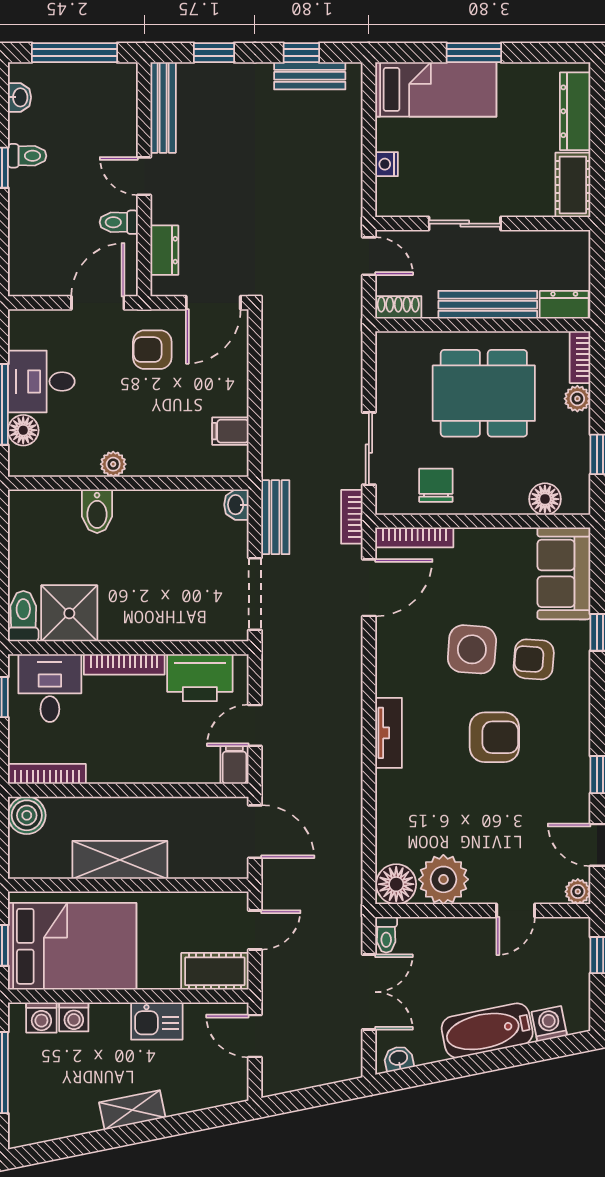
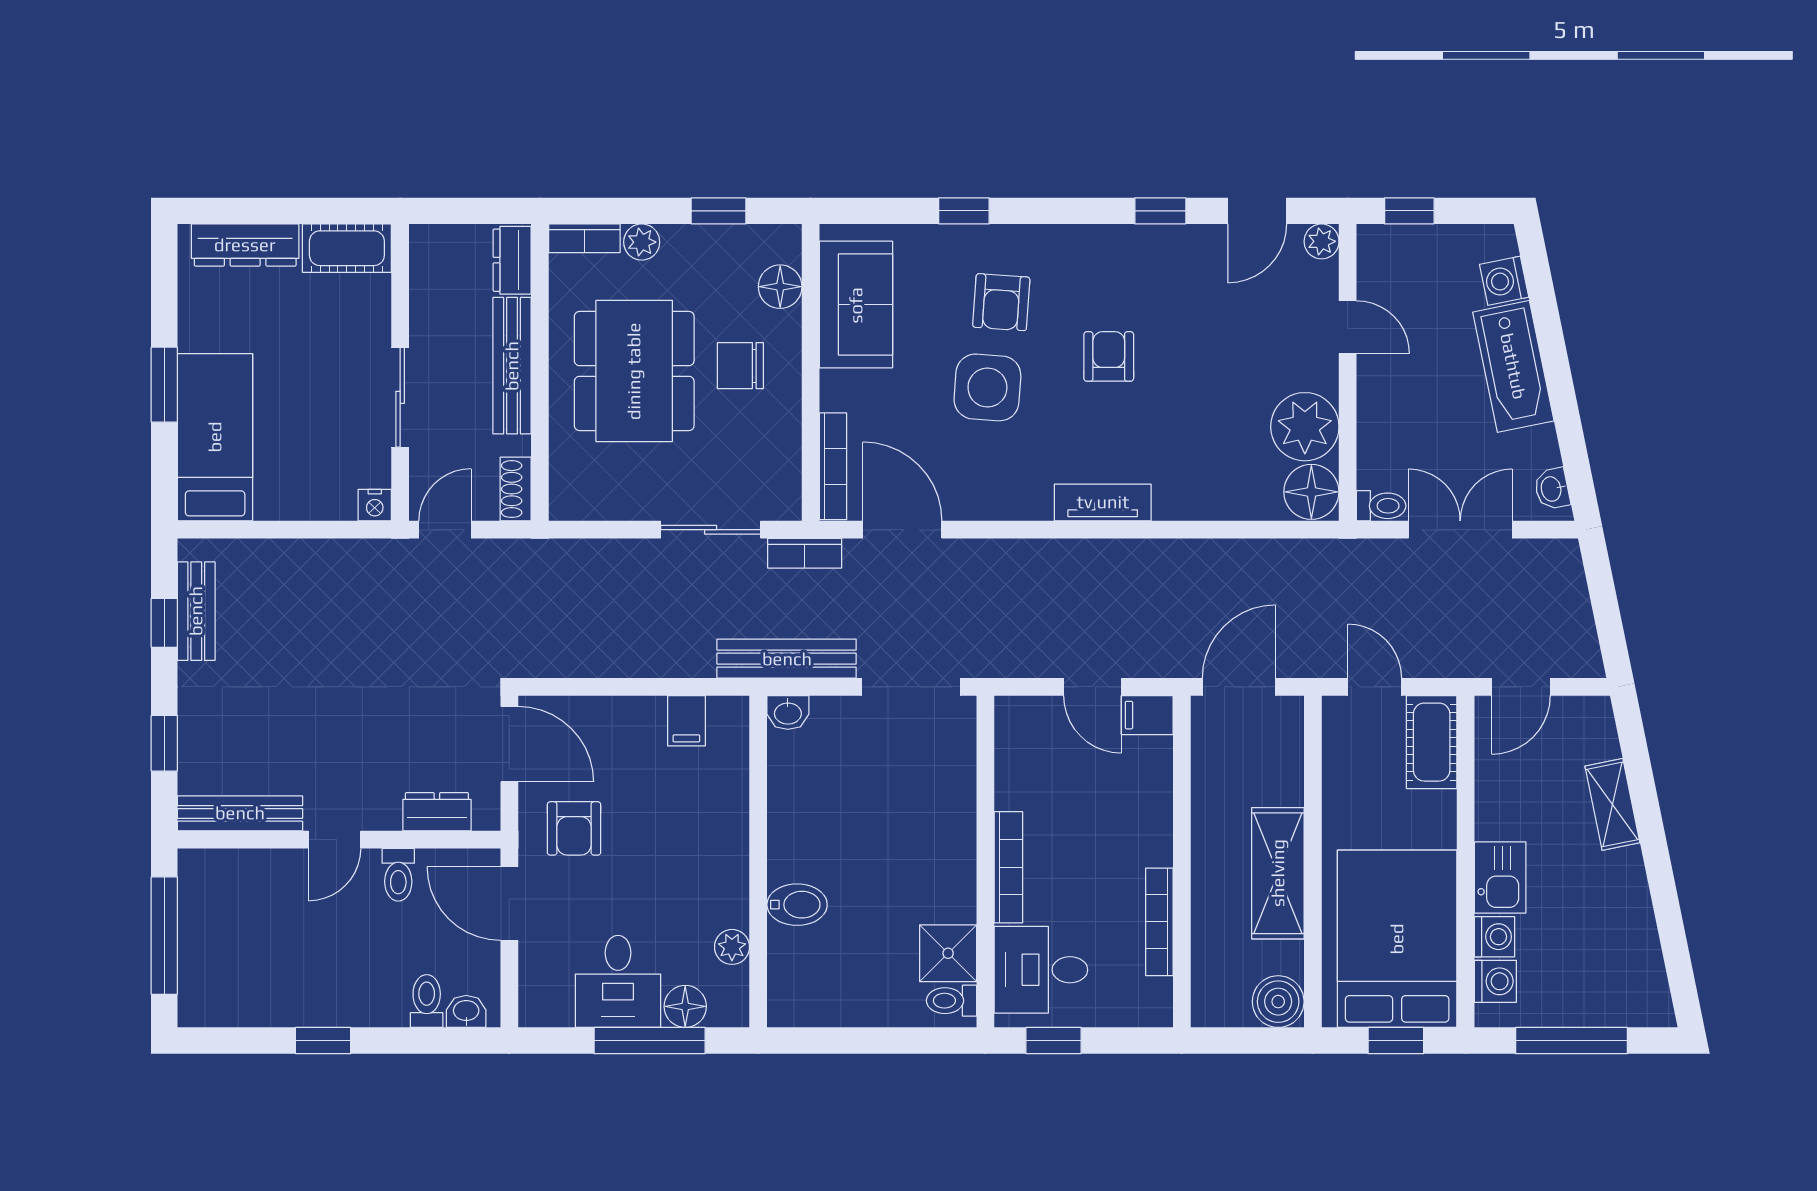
washbasin: (20, 97) -> (466, 1011), moved
toilet: (27, 156) -> (427, 1001), moved
nightstand: (387, 164) -> (375, 505), moved
plant: (113, 464) -> (732, 947), moved
chair: (436, 485) -> (740, 366), moved
bench: (275, 517) -> (787, 659), width x1.36
sofa: (564, 573) -> (856, 305), moved, turned -90
shower: (69, 613) -> (948, 953), width x0.73, depth x0.73
toilet: (23, 616) -> (951, 1001), width x0.73, depth x0.72
printer: (200, 678) -> (1027, 763), removed
armchair: (494, 737) -> (1109, 356), width x0.72, depth x0.72
bookcase: (47, 774) -> (1159, 922), moved
boiler: (27, 815) -> (1278, 1002), moved
kitchen sink: (157, 1021) -> (1500, 878), moved
shelving: (132, 1110) -> (1612, 804), moved

